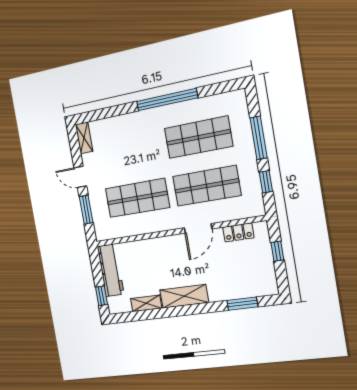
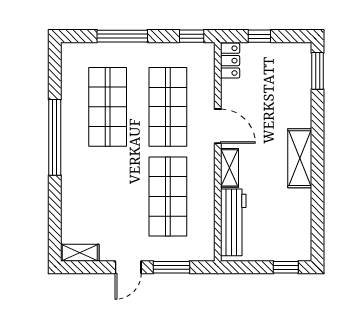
window: (266, 182) -> (192, 36), moved
locker: (238, 232) -> (230, 61), moved
workbench: (111, 270) -> (233, 222), moved, turned 90
shelving: (146, 303) -> (230, 168), moved
window: (242, 304) -> (318, 71), moved

